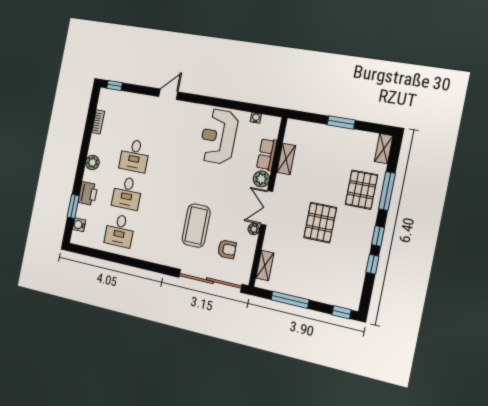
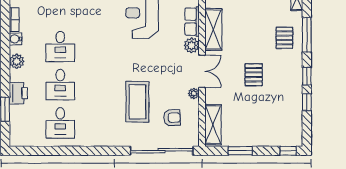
shelving: (286, 159) -> (213, 29), width x1.50, depth x1.33
pallet: (361, 190) -> (284, 38), width x0.67, depth x0.71
double door: (267, 208) -> (202, 71), swing flipped
pallet: (320, 223) -> (254, 75), width x0.67, depth x0.71
water cooler: (79, 225) -> (16, 39), moved
shelving: (265, 265) -> (213, 125), width x1.50, depth x1.33
window: (290, 300) -> (240, 151), width x0.69

